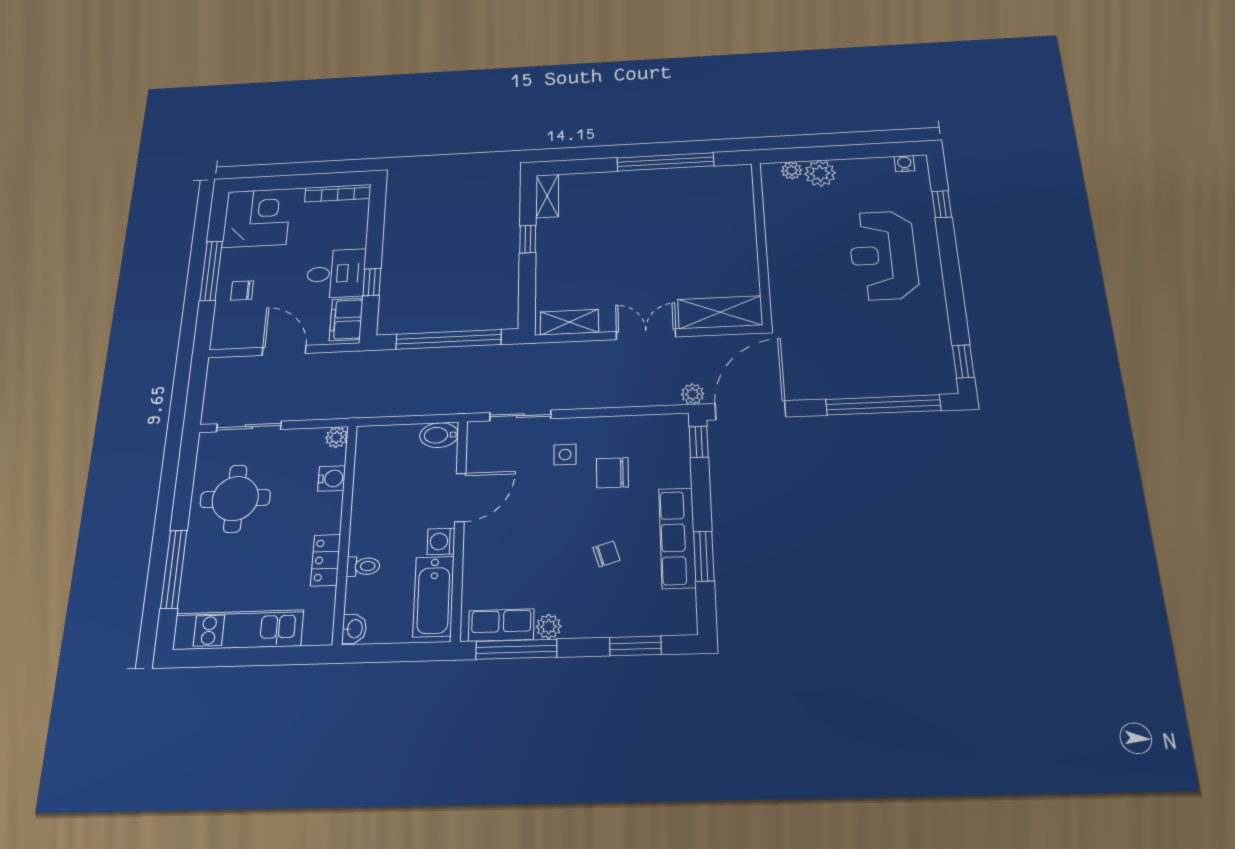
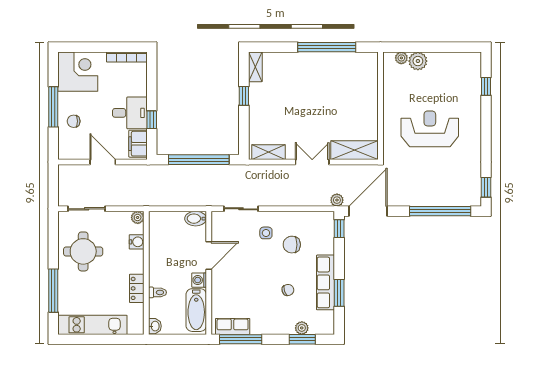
water cooler: (904, 164) -> (468, 57), removed
reception desk: (883, 255) -> (430, 129), moved, turned 90
plant: (549, 627) -> (302, 328), moved

